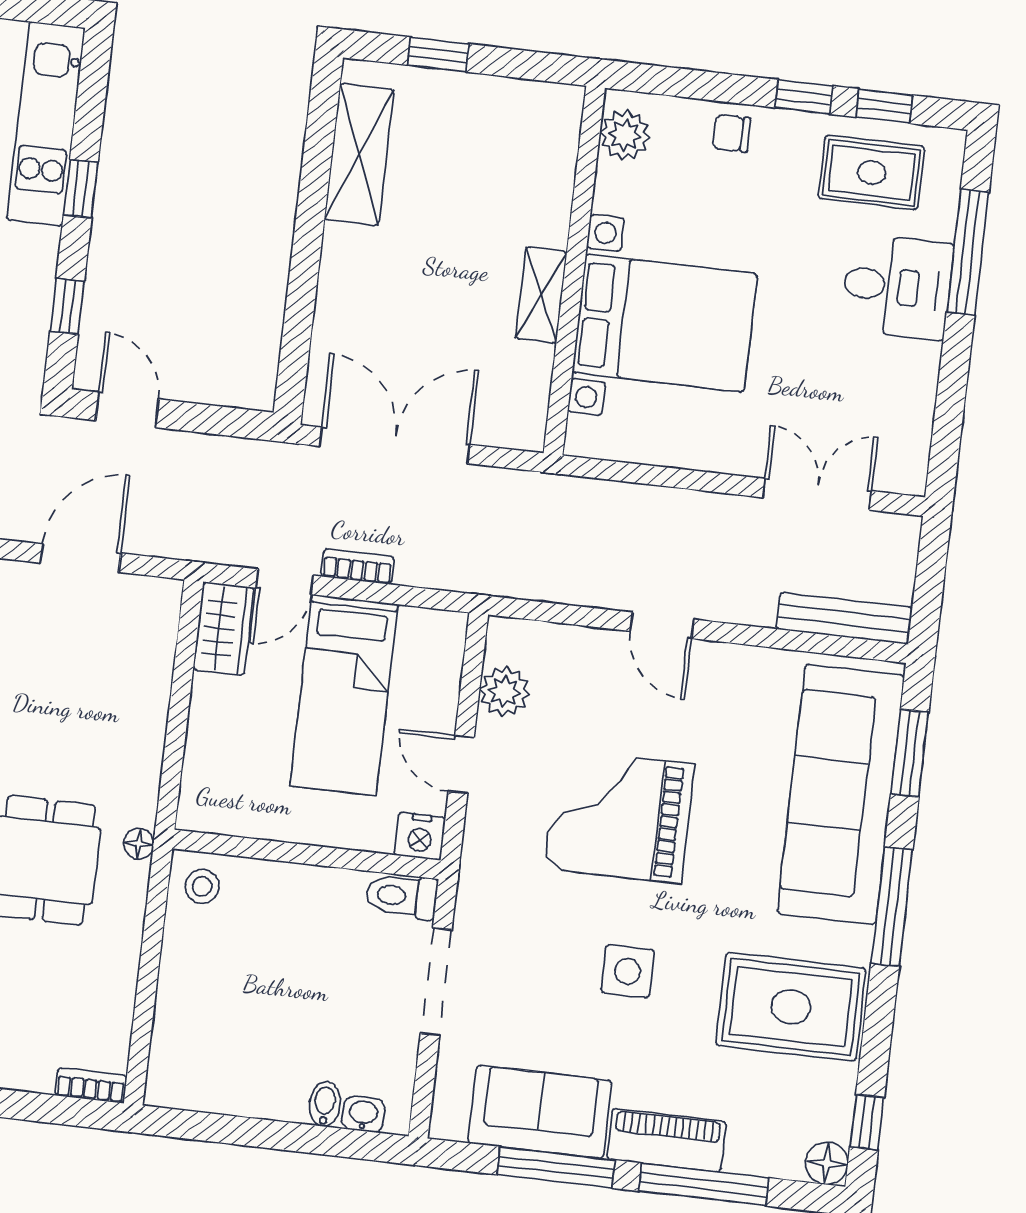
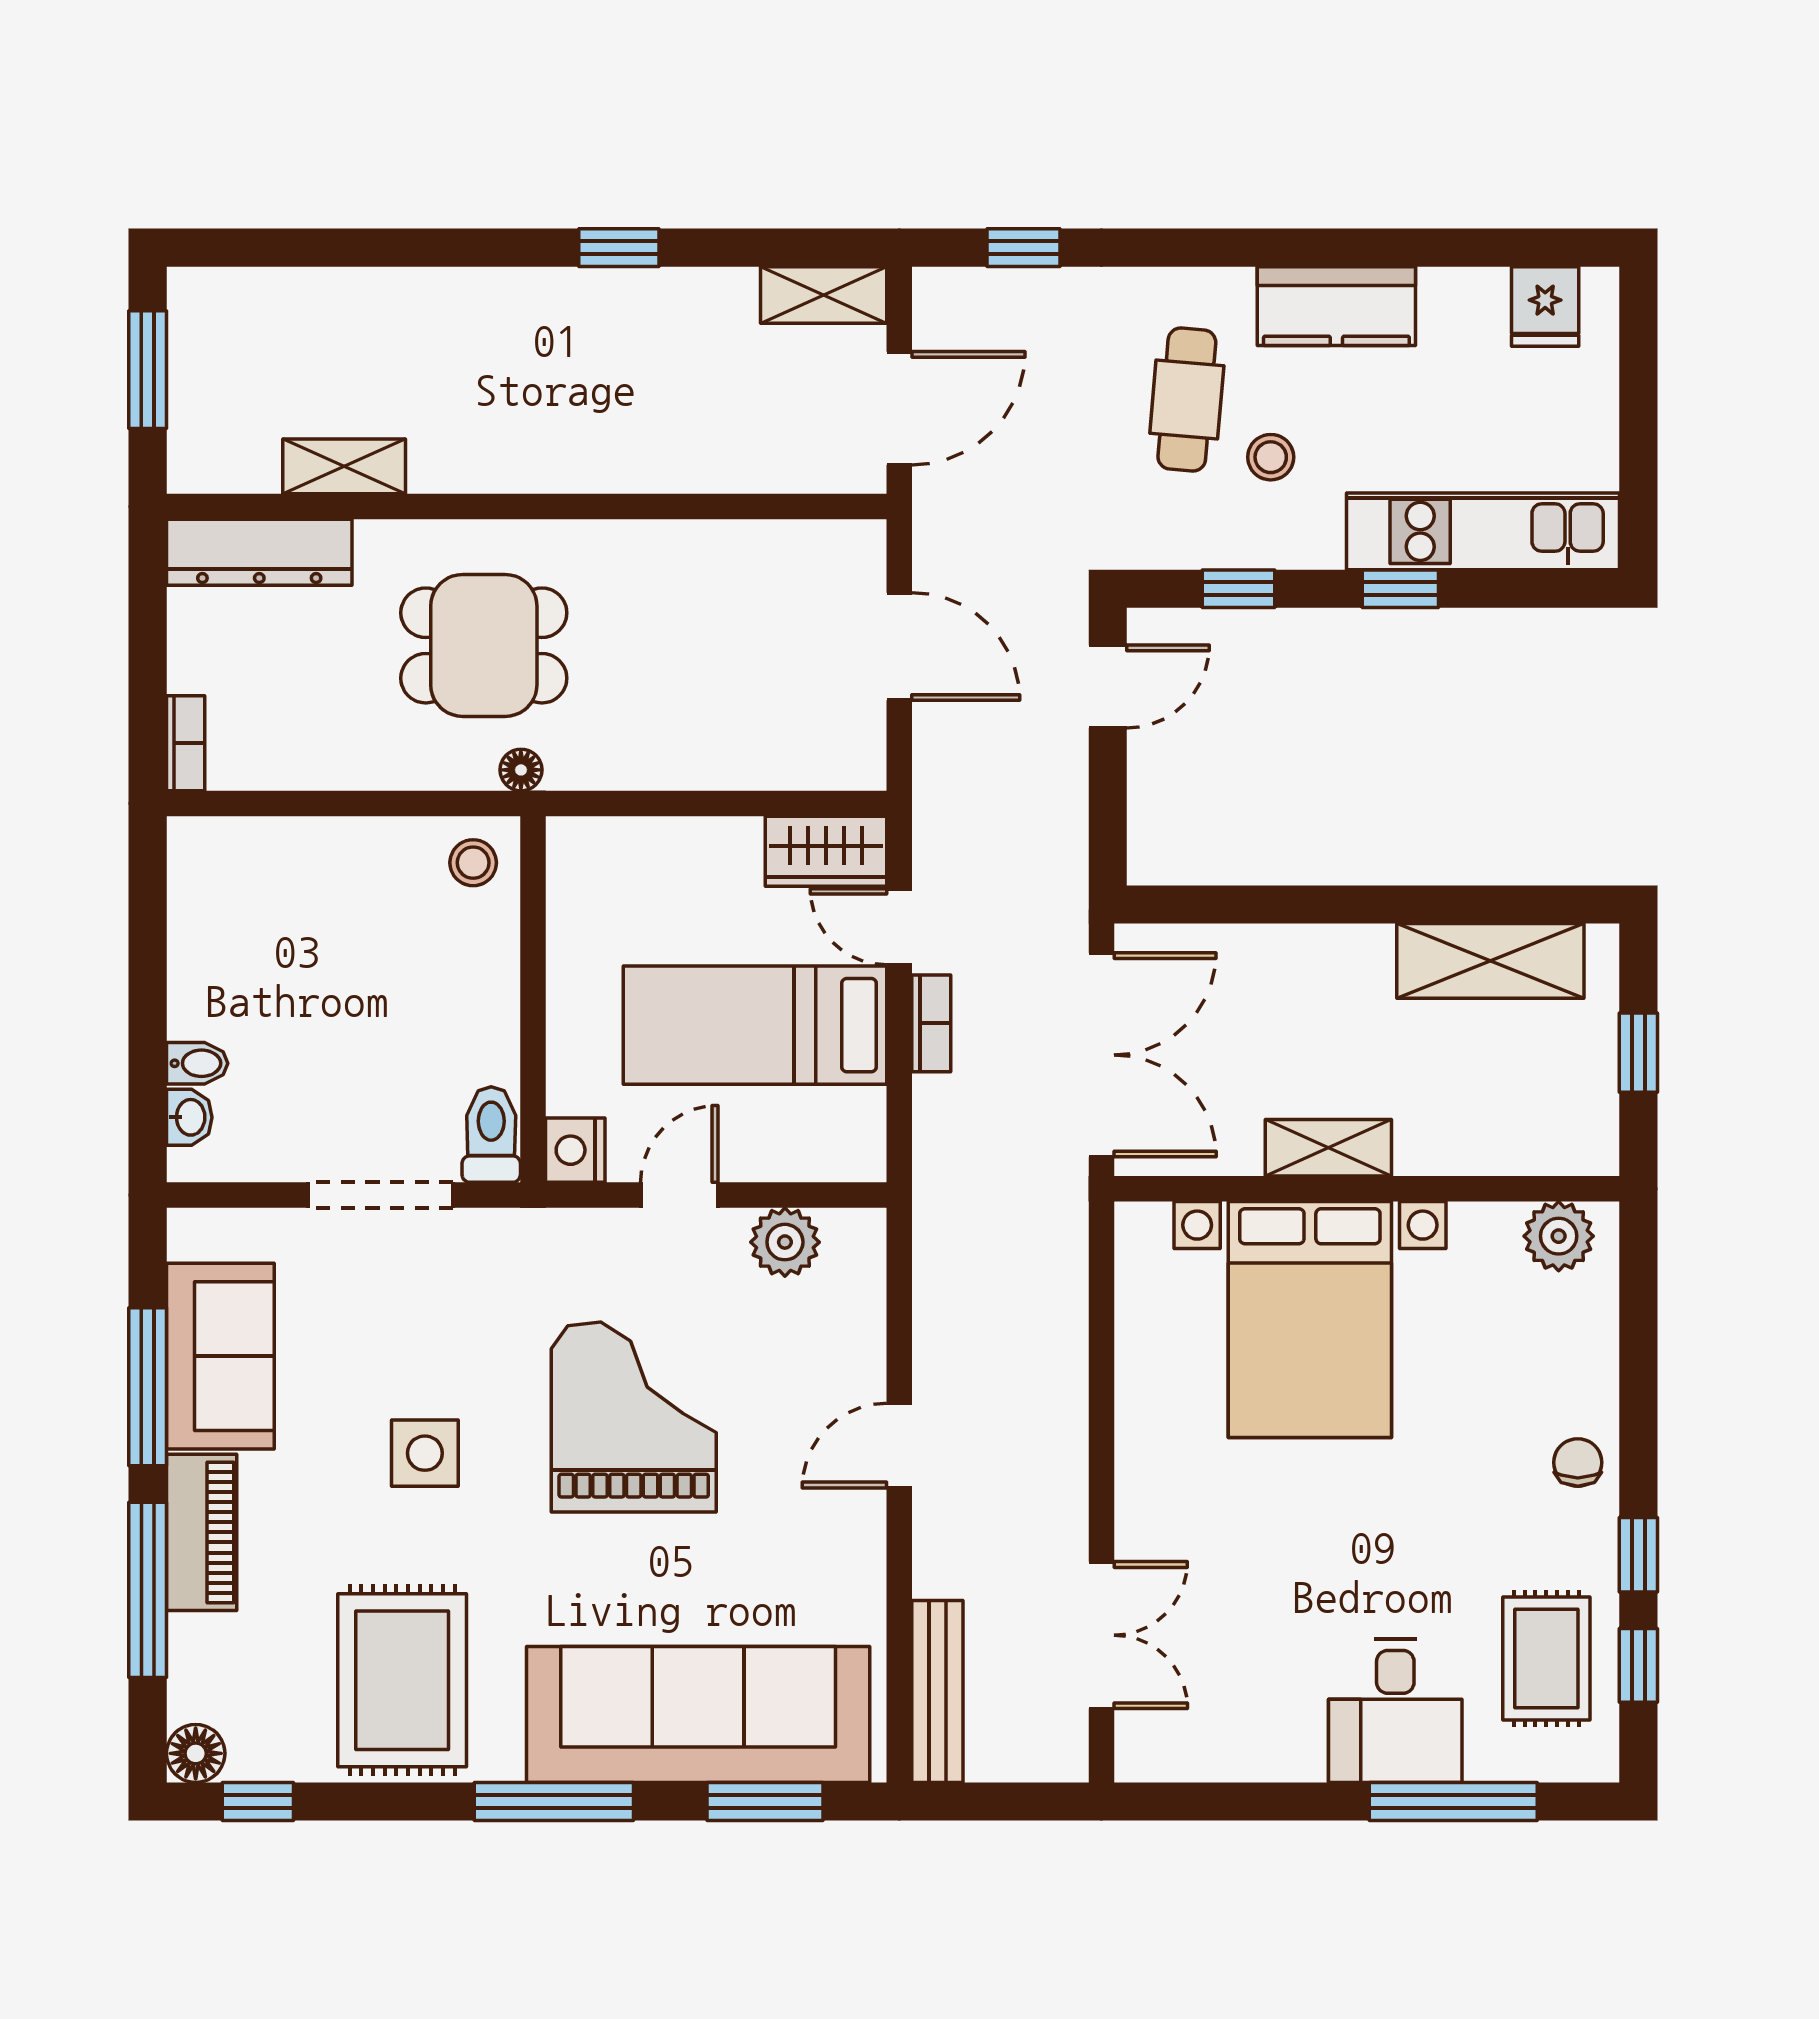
plant: (625, 135) -> (1559, 1236), moved
wall: (574, 271) -> (1367, 1189), moved
shelving: (541, 295) -> (1328, 1148), moved
bed with nightstands: (665, 323) -> (1310, 1320), moved

